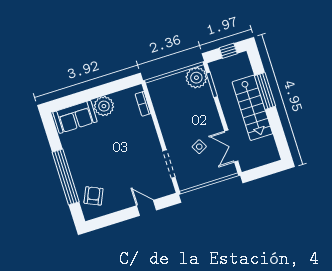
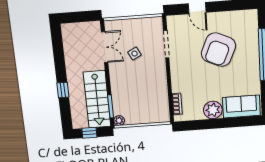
plant: (196, 78) -> (119, 121), width x0.53, depth x0.53
window: (265, 91) -> (63, 90), width x0.46
stairs: (252, 108) -> (97, 99), moved, turned 180
armchair: (94, 196) -> (218, 50), moved, width x1.88, depth x1.88

